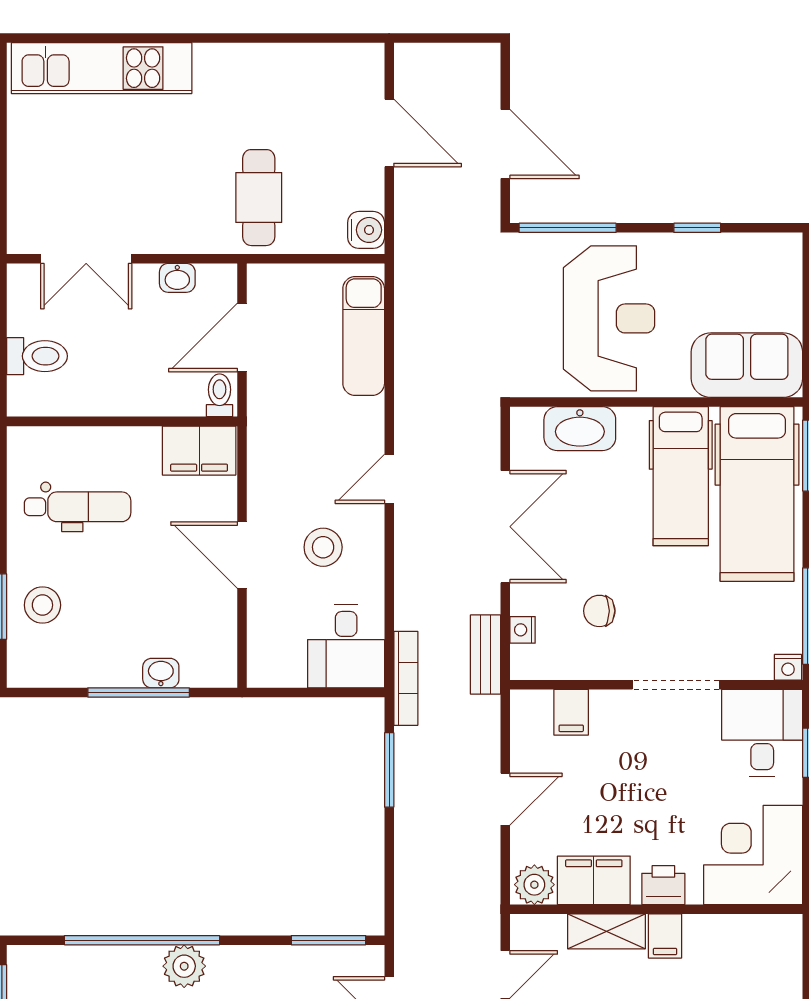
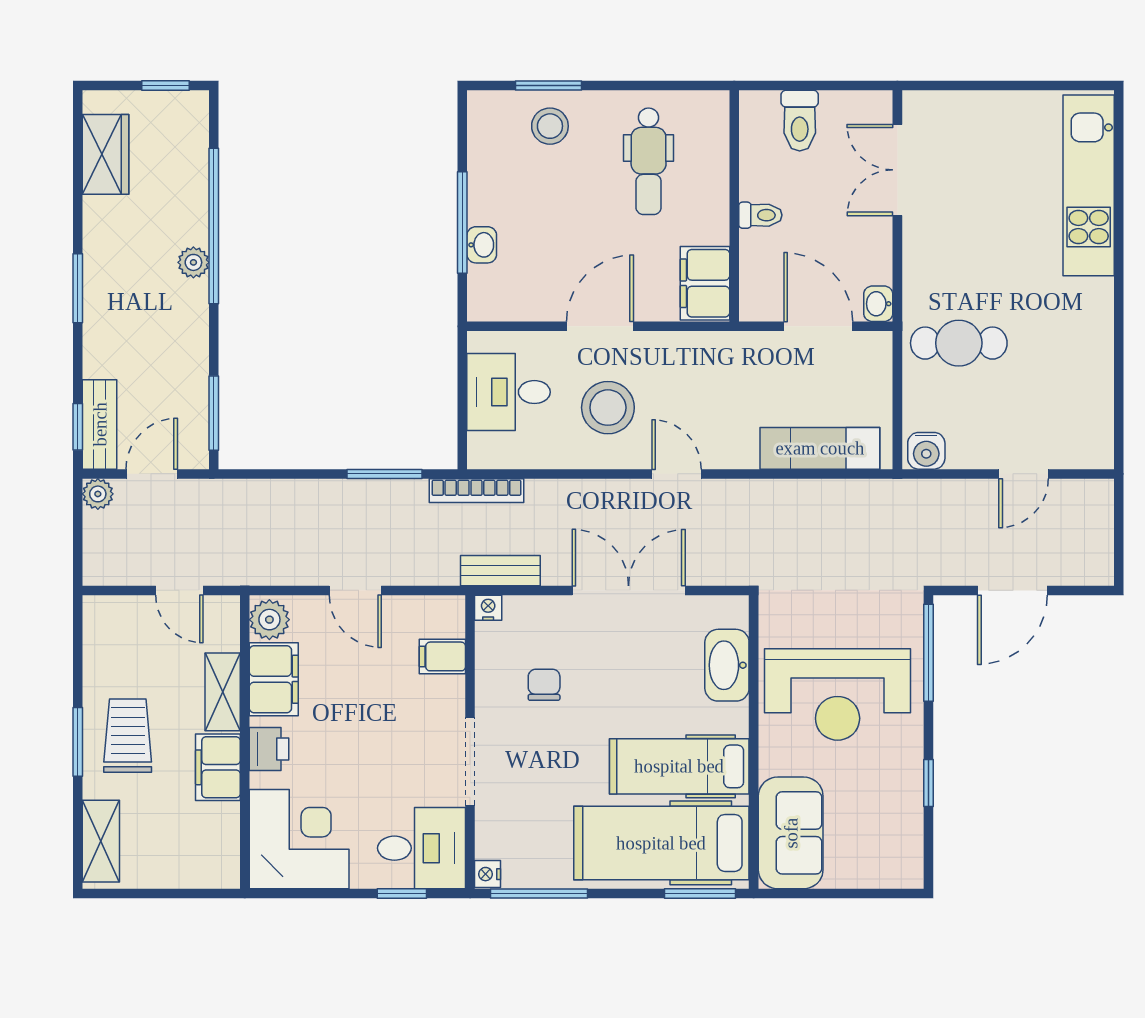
door: (389, 133) -> (1024, 474), width x0.73
washbasin: (177, 278) -> (878, 304), moved
toilet: (220, 395) -> (760, 215), moved
double door: (505, 527) -> (629, 590), swing flipped
stool: (323, 547) -> (608, 408), width x1.38, depth x1.38
nightstand: (523, 630) -> (488, 608), moved
desk: (346, 646) -> (509, 392), moved
filing cabinet: (665, 936) -> (218, 767), width x2.00
plant: (184, 966) -> (193, 262), width x0.73, depth x0.73

